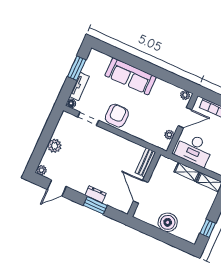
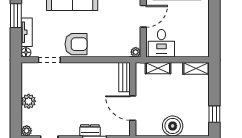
armchair: (117, 116) -> (76, 44), turned 90
plant: (169, 135) -> (136, 52), moved
desk: (194, 149) -> (161, 43), width x0.73
shelving: (187, 172) -> (158, 68), moved

